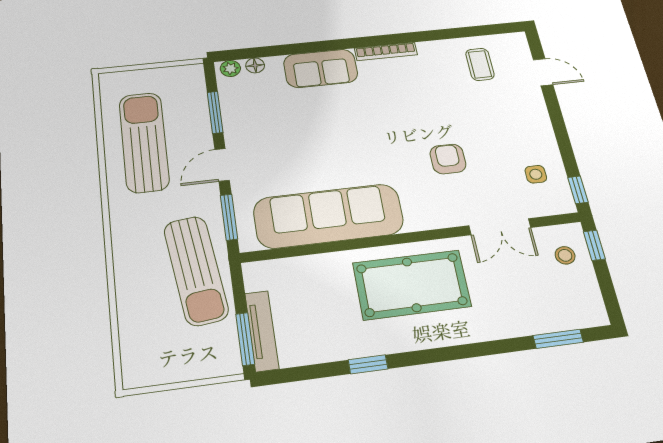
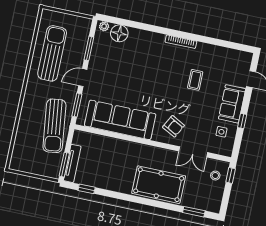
coffee table: (480, 64) -> (195, 80), moved
floor lamp: (255, 65) -> (119, 33), width x1.89, depth x1.89
sofa: (321, 68) -> (232, 104), moved, turned 90
armchair: (448, 159) -> (174, 126), moved, turned 118
window: (578, 190) -> (242, 121), moved
pool table: (412, 285) -> (159, 185), moved
window: (368, 364) -> (87, 189), moved

